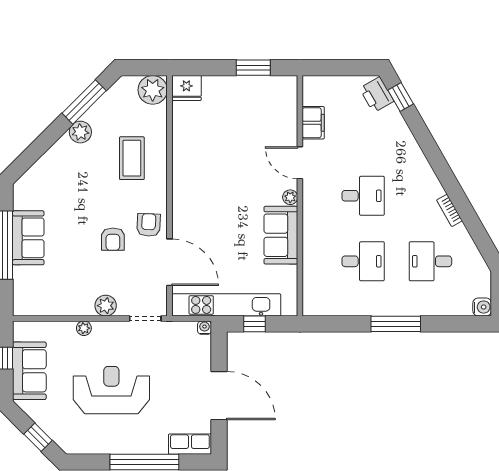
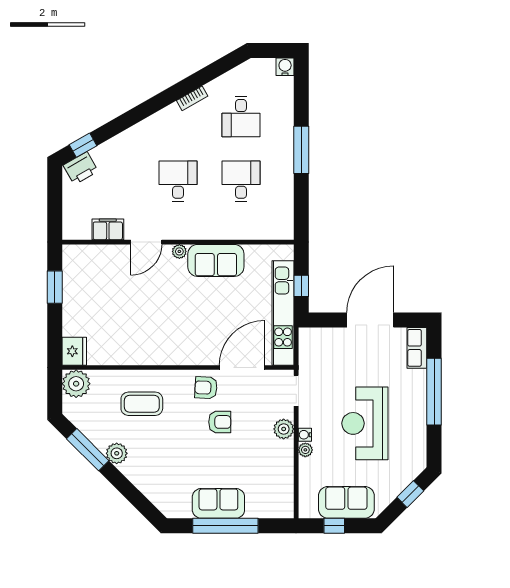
water cooler: (204, 328) -> (305, 435), moved

